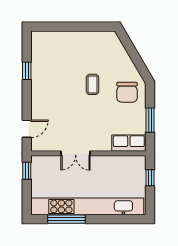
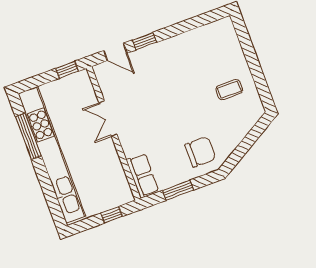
window: (27, 71) -> (144, 41), moved
coffee table: (93, 84) -> (229, 90), moved
chair: (127, 92) -> (200, 152), turned 180

